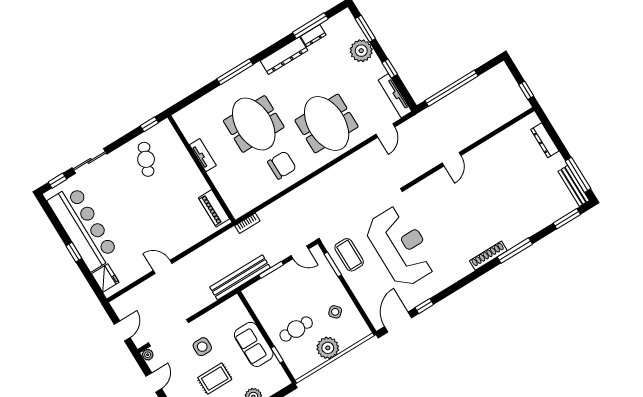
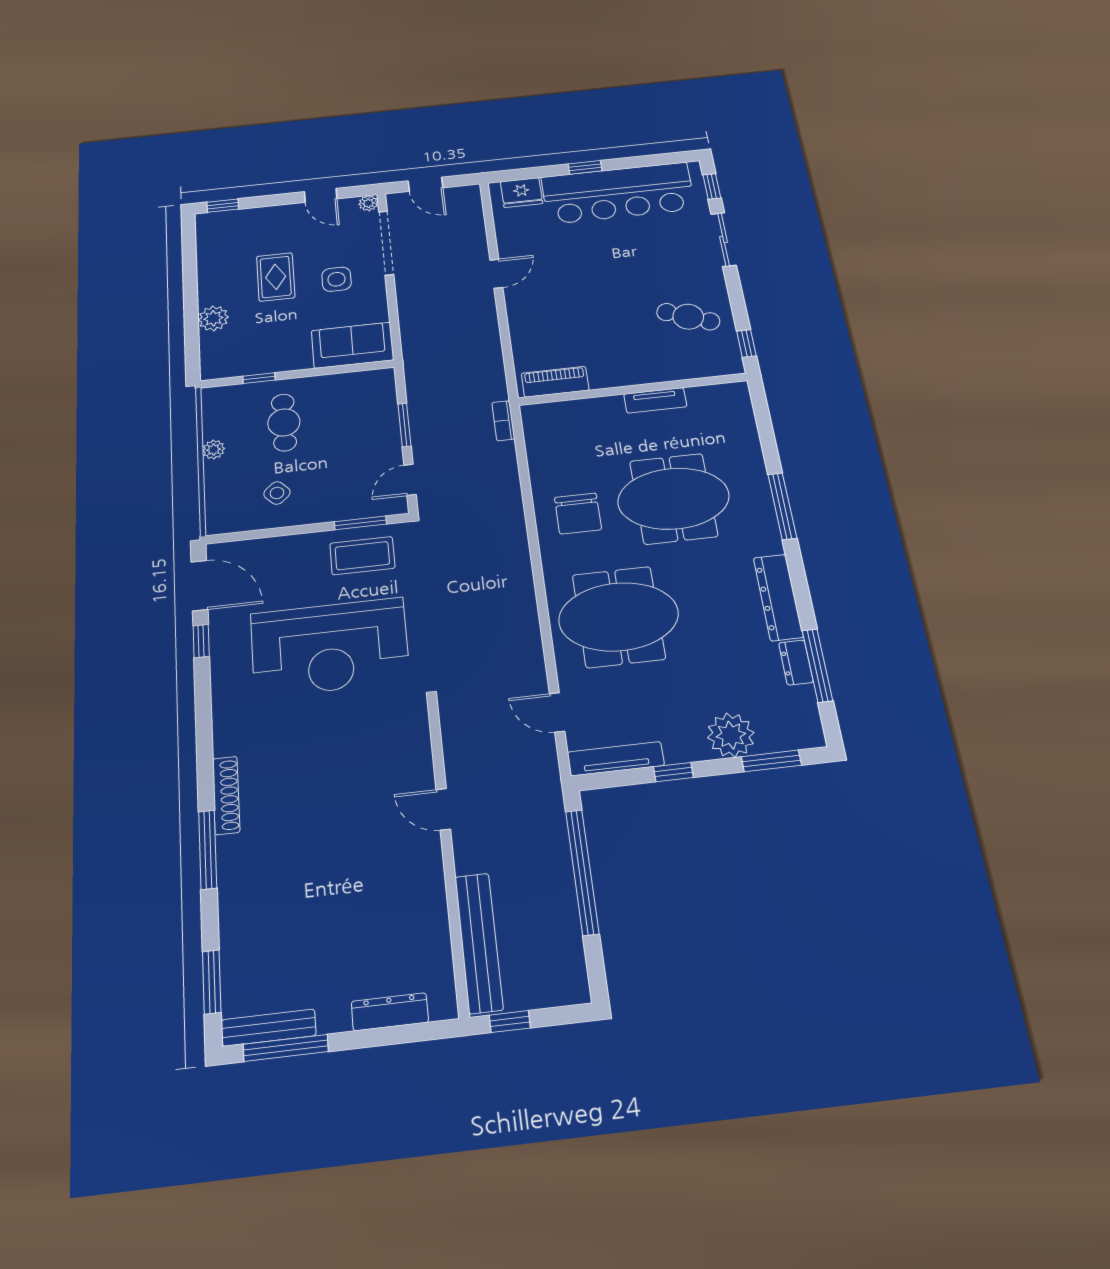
bench: (240, 277) -> (479, 942), moved
sofa: (254, 344) -> (352, 345), moved
plant: (328, 348) -> (214, 450), width x0.53, depth x0.53

